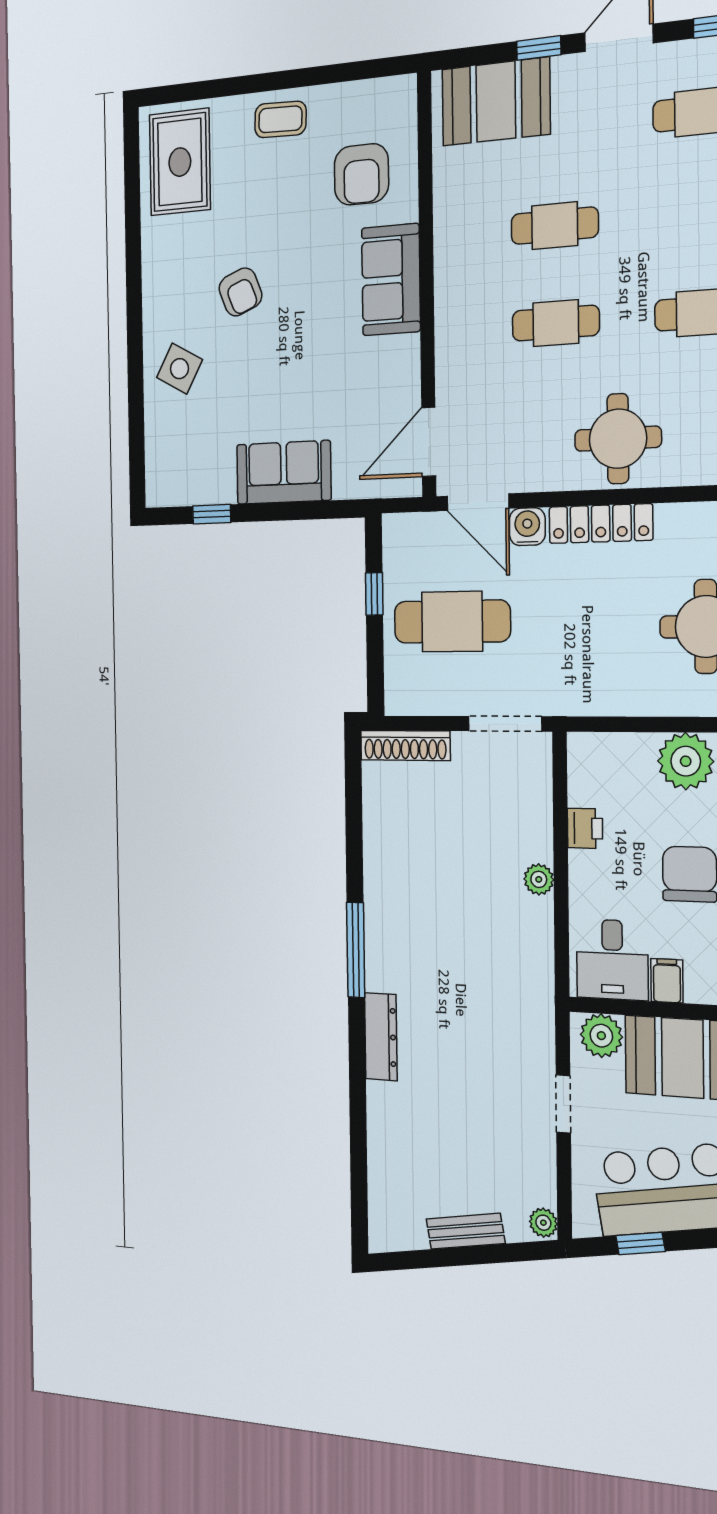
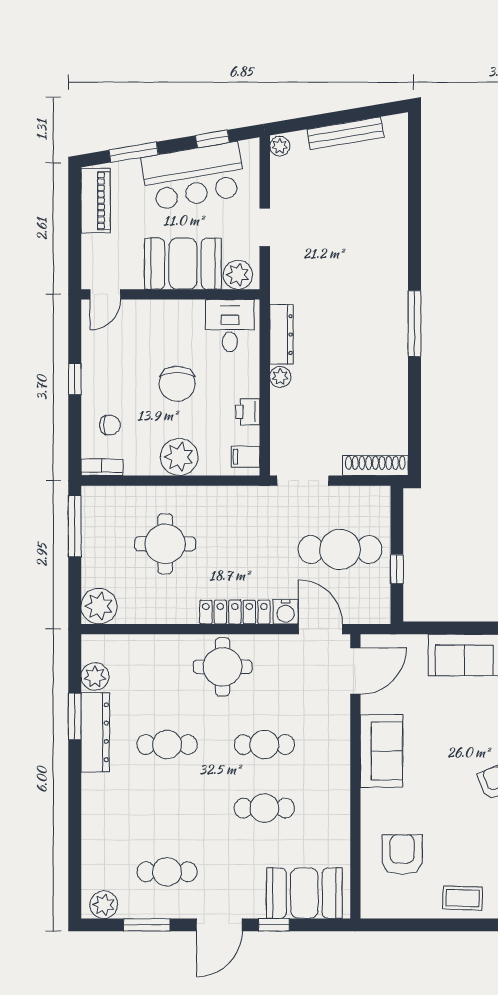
sofa: (391, 280) -> (381, 751), moved
filing cabinet: (667, 981) -> (246, 457), moved, turned 90
dresser: (381, 1037) -> (281, 334), moved, turned 180
bench: (466, 1231) -> (345, 133), width x1.36

